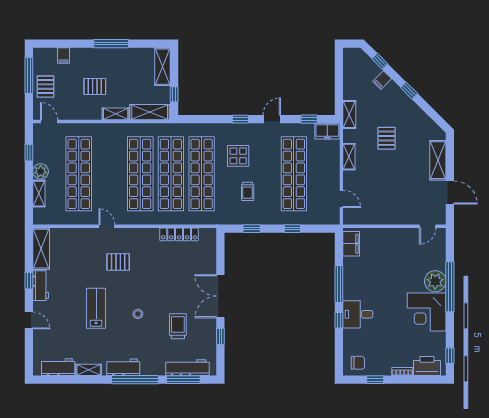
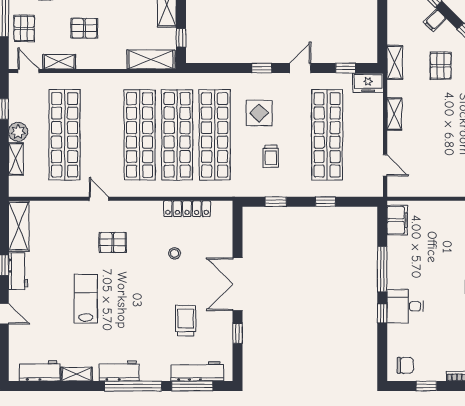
shelving: (116, 114) -> (59, 62), moved
pallet: (387, 138) -> (441, 66), moved
stool: (138, 314) -> (175, 253), moved

